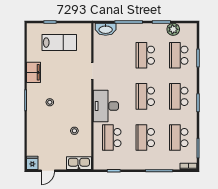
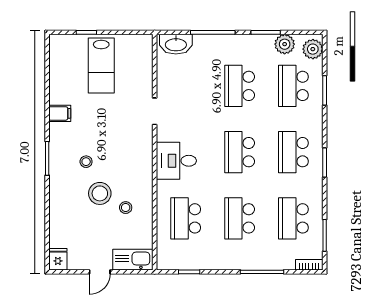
plant: (191, 32) -> (313, 49), added
lab bench: (59, 43) -> (101, 65), turned 90
filing cabinet: (33, 72) -> (60, 113), width x0.50
desk: (106, 106) -> (176, 161), width x0.73
stool: (58, 122) -> (100, 193), added
door: (48, 171) -> (100, 272), moved

